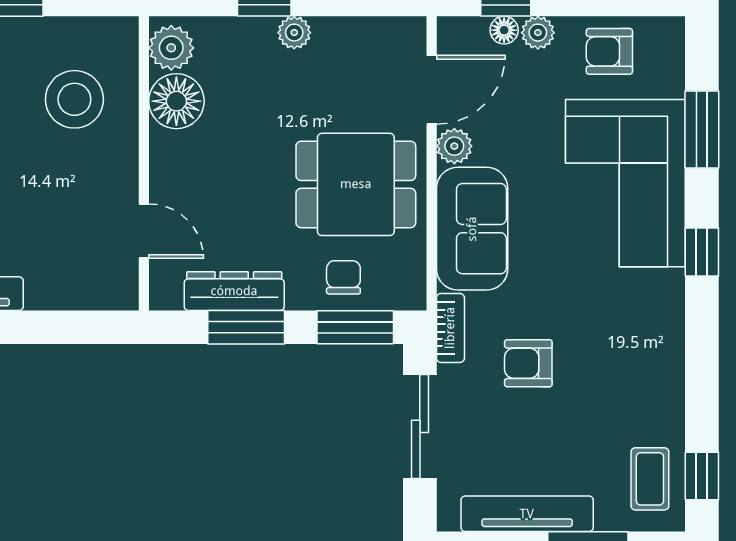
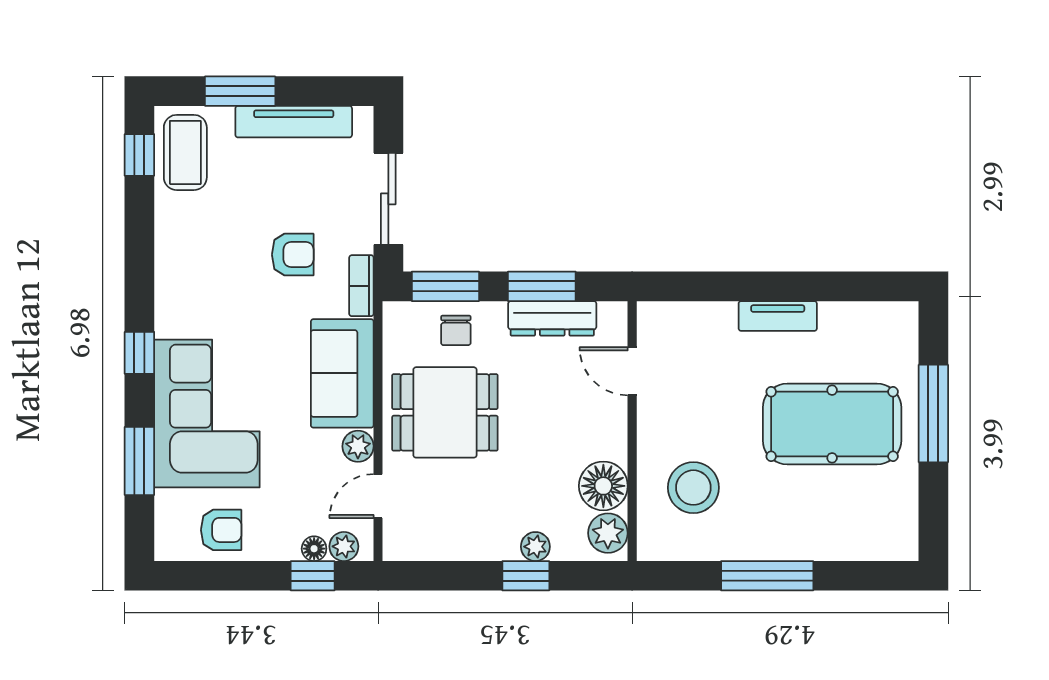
plant: (294, 33) -> (535, 547), moved
plant: (538, 33) -> (344, 546), moved
door: (432, 90) -> (378, 496), width x0.73
coffee table: (650, 479) -> (185, 152), width x1.36, depth x1.30

